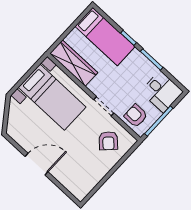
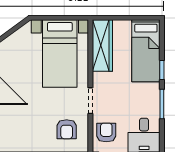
armchair: (108, 141) -> (67, 129), turned -45

